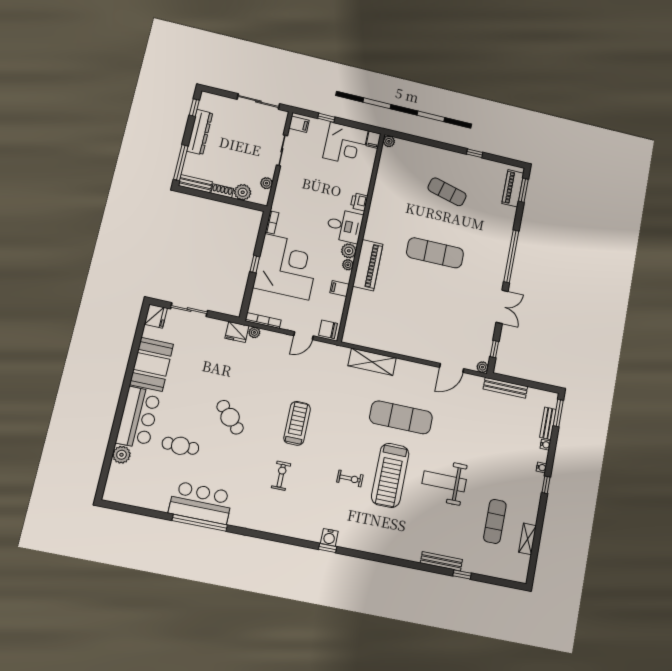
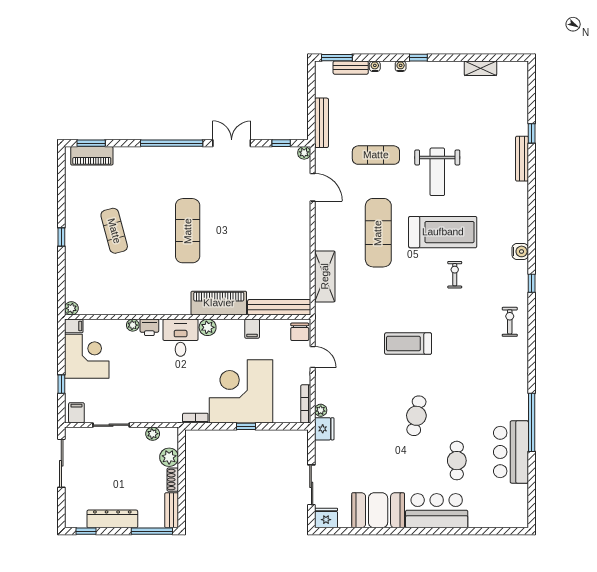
window: (475, 153) -> (61, 237), moved
exercise mat: (447, 192) -> (114, 231), turned -30
plant: (348, 265) -> (133, 325), moved
bench: (353, 316) -> (279, 307), added
cafe table: (230, 417) -> (416, 416), turned -35
plant: (121, 455) -> (478, 519), removed
exercise bike: (281, 476) -> (510, 322), moved, turned 90
bar counter: (201, 503) -> (511, 452), moved
exercise mat: (495, 521) -> (376, 155), moved
water cooler: (329, 537) -> (520, 251), moved

